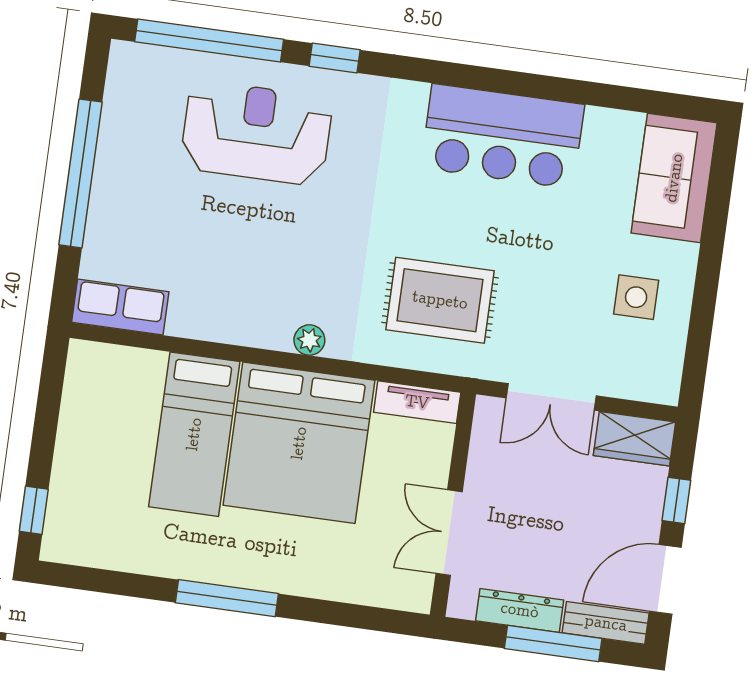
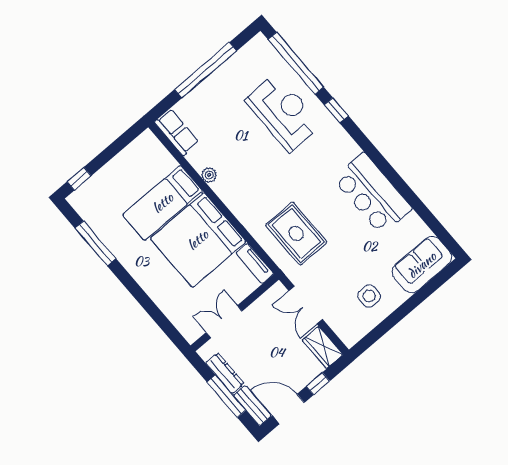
plant: (309, 340) -> (209, 175), moved
window: (227, 598) -> (95, 243), moved

